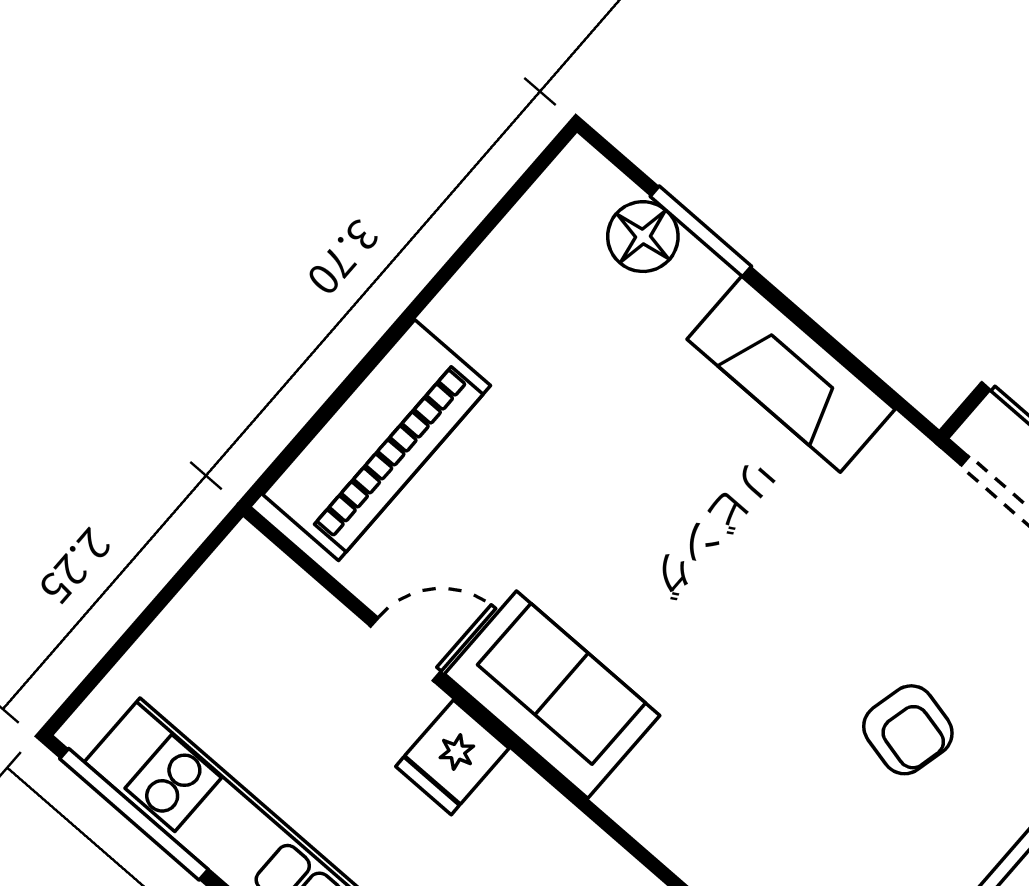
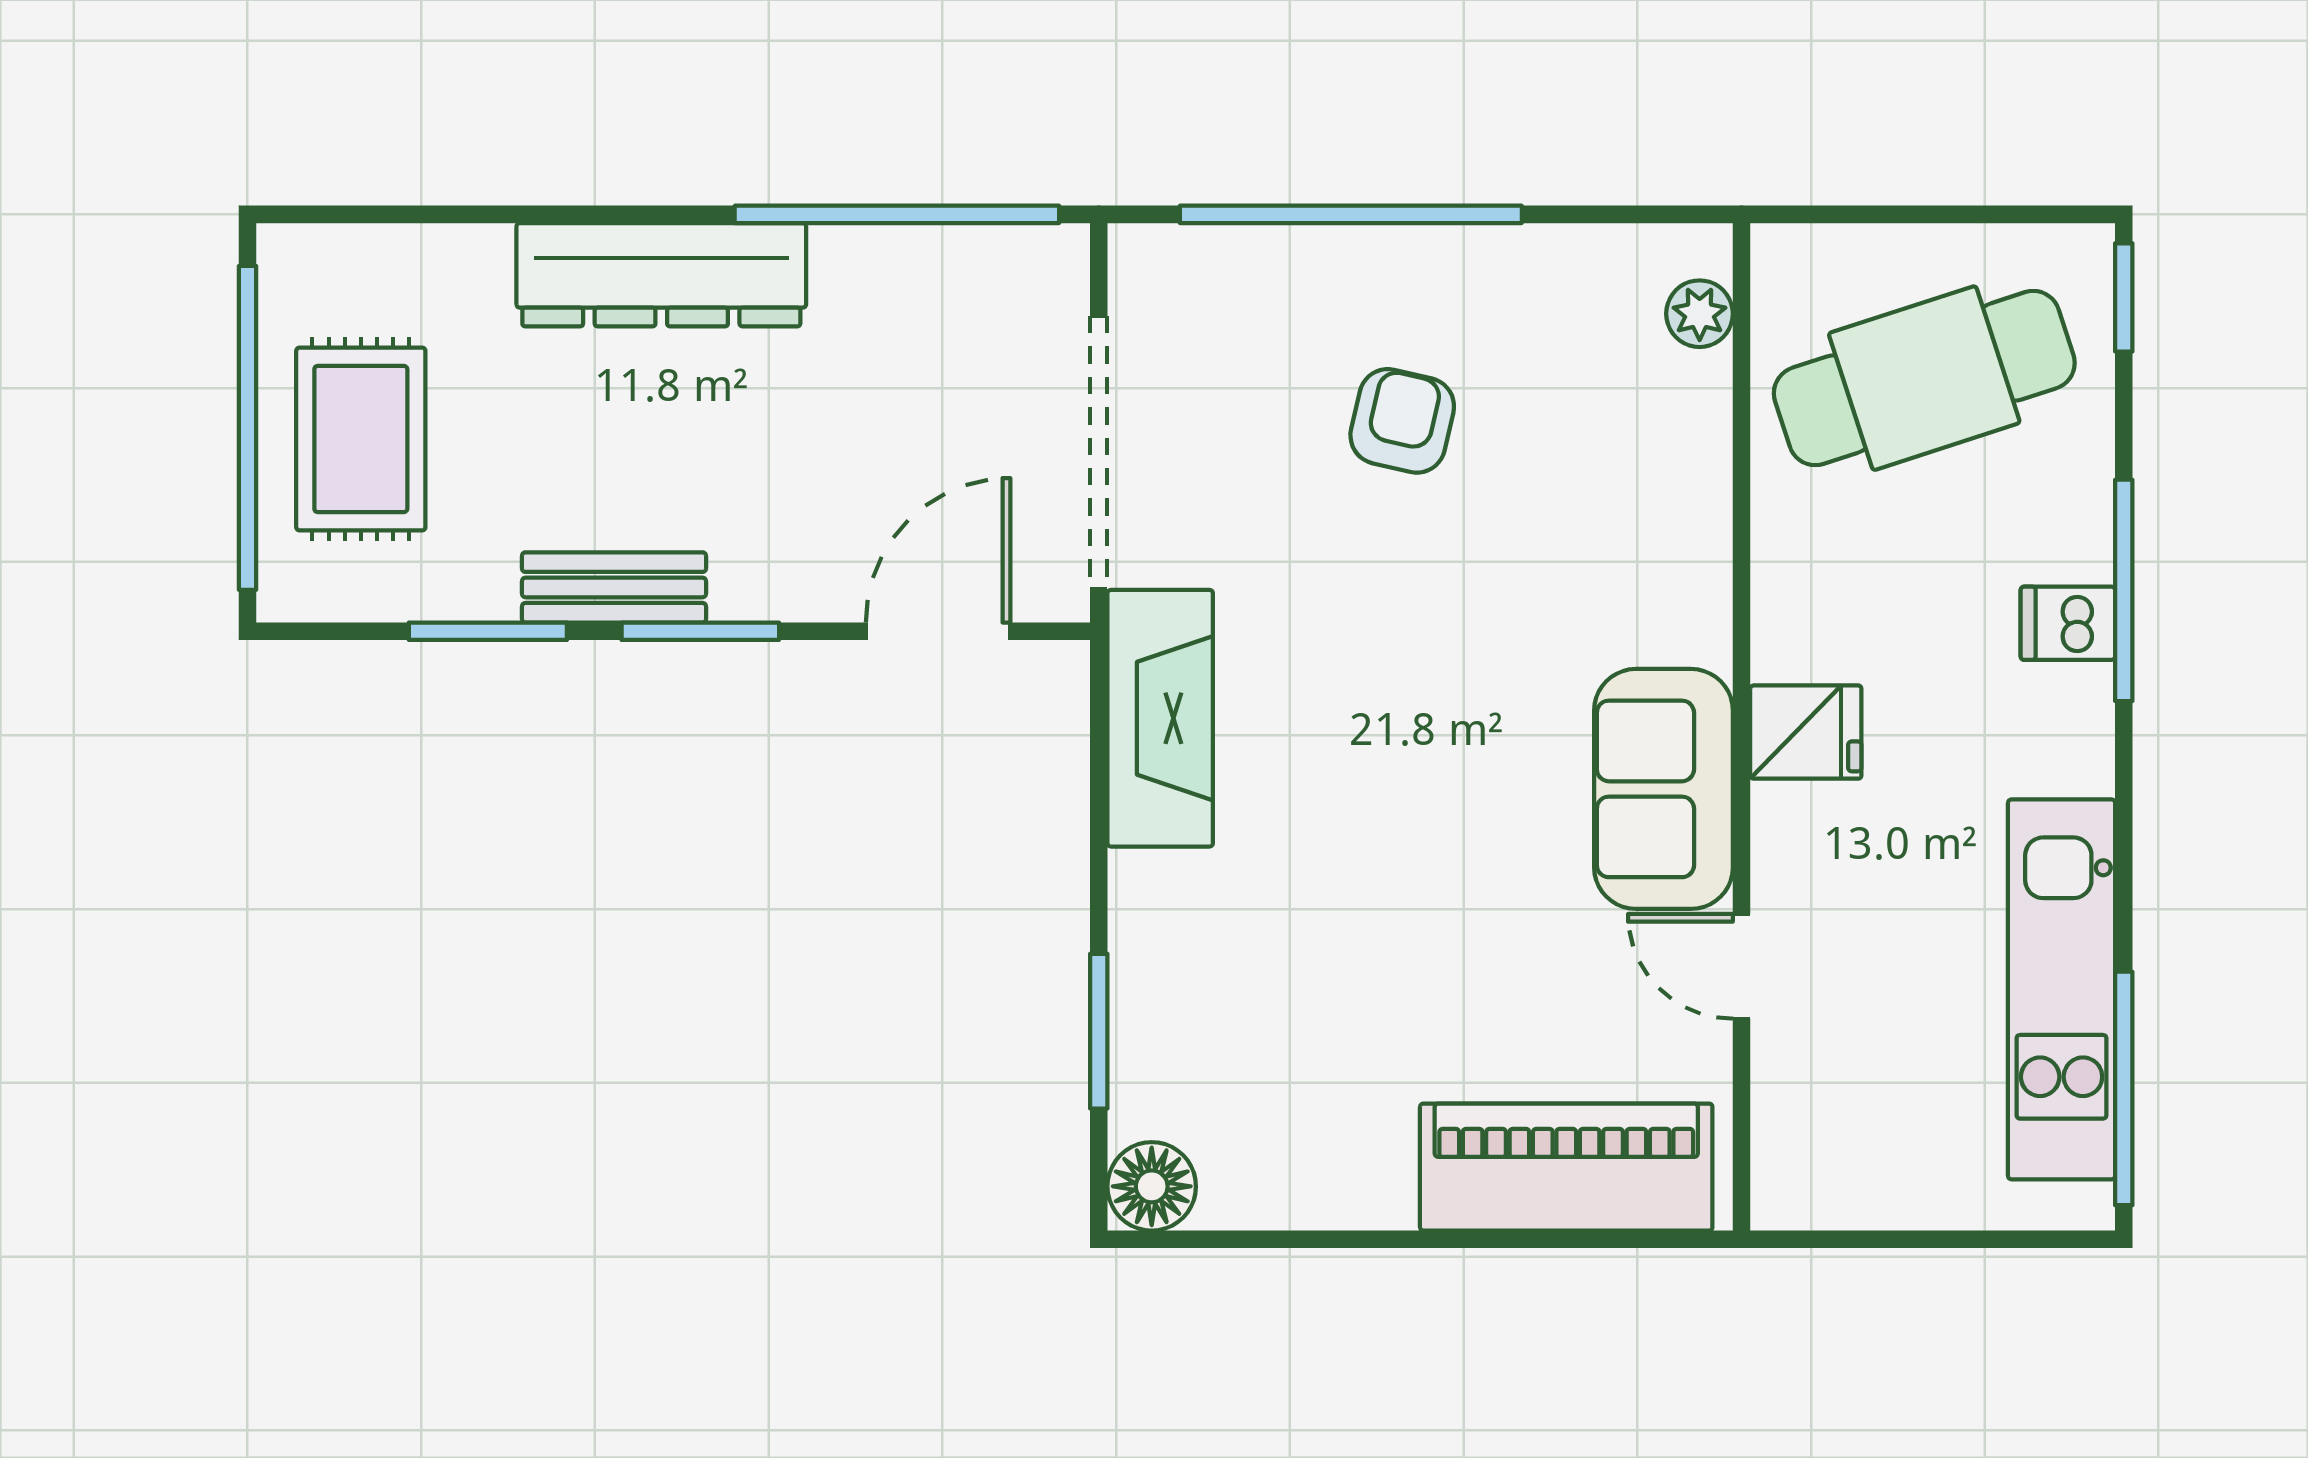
floor lamp: (643, 237) -> (1152, 1186), moved
fireplace: (791, 374) -> (1160, 718), moved
fridge: (452, 757) -> (1806, 732), moved

